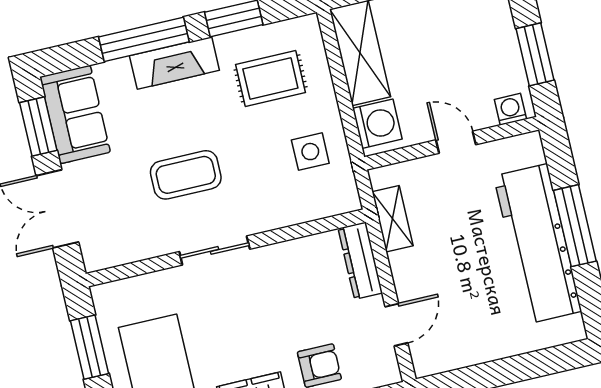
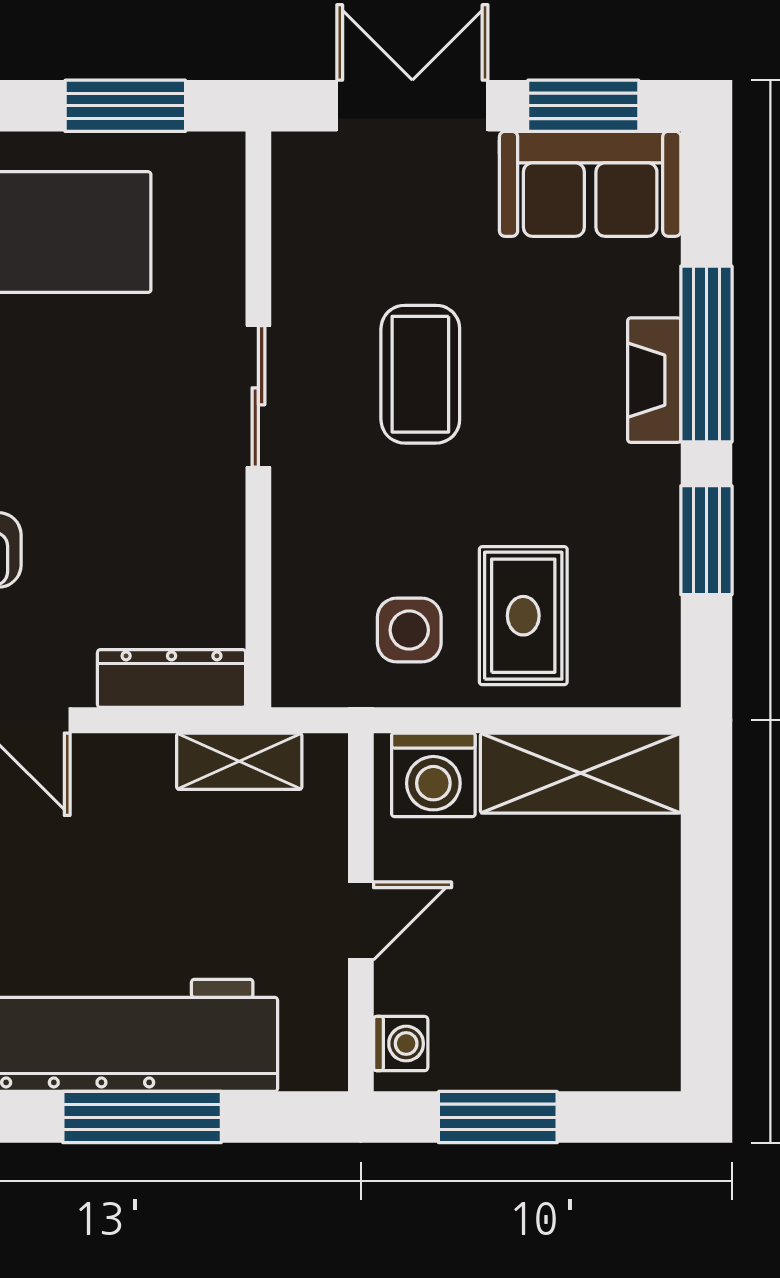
fireplace: (174, 63) -> (654, 380), width x0.73, depth x0.76
rug: (270, 78) -> (523, 616), moved

